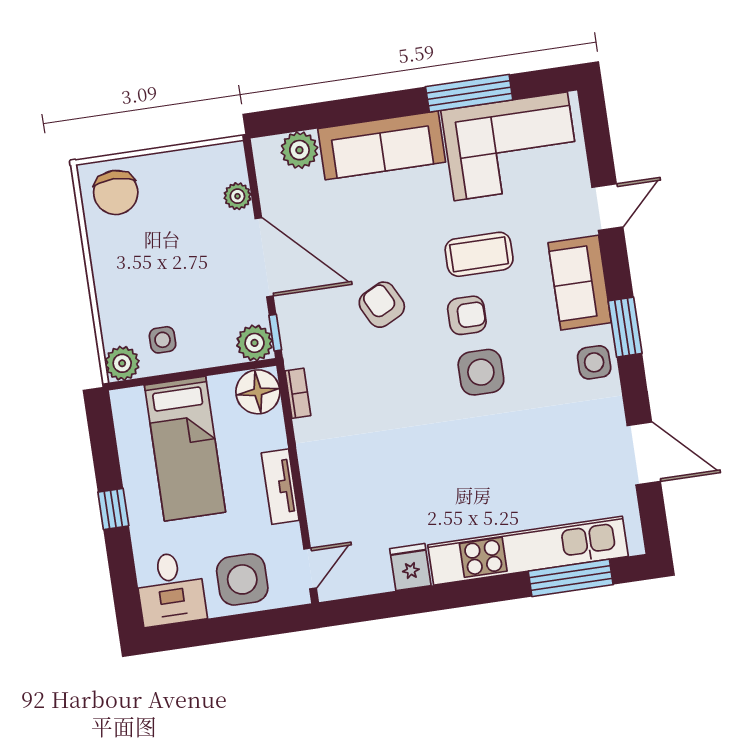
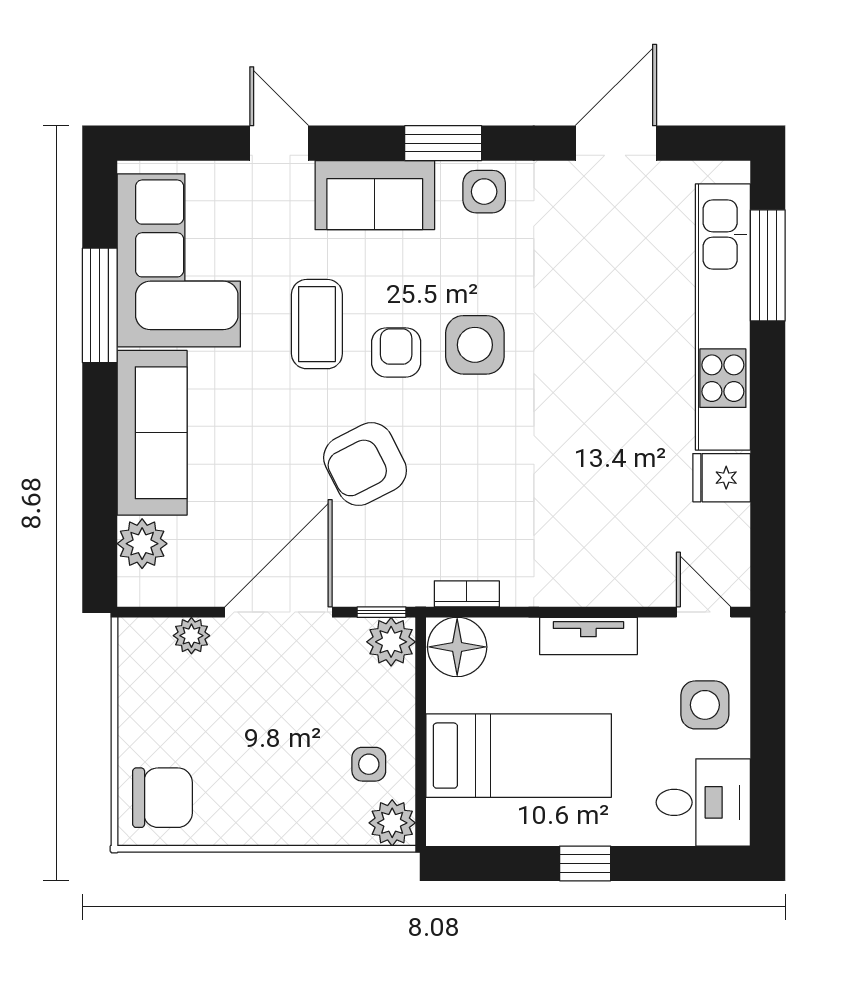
armchair: (382, 305) -> (365, 464), width x1.38, depth x1.38
side table: (242, 579) -> (705, 705), width x0.73, depth x0.73

